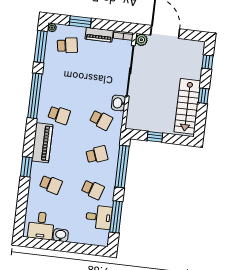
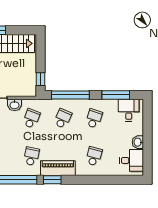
window: (155, 137) -> (41, 79), moved
school desk: (97, 155) -> (63, 119), turned 45
window: (26, 167) -> (52, 180), moved
desk: (99, 217) -> (129, 110), moved

